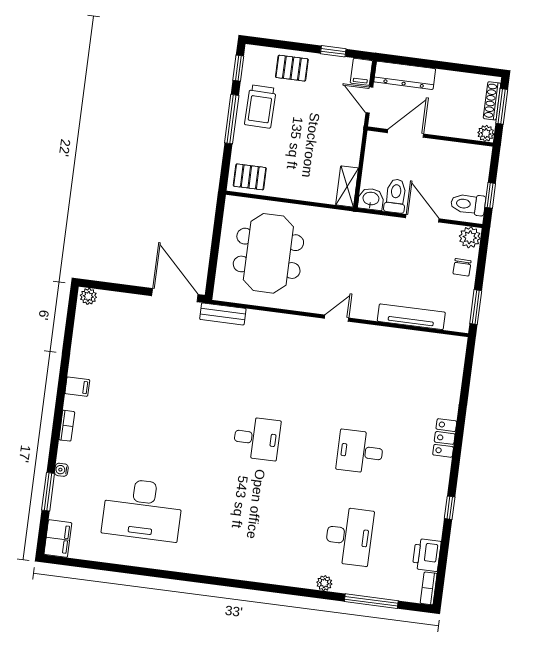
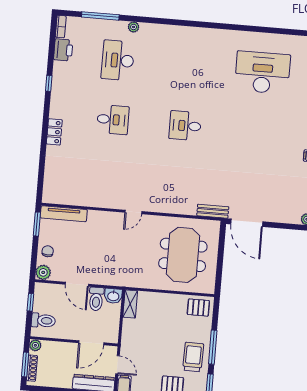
toilet: (468, 204) -> (43, 321), moved
tv unit: (411, 317) -> (64, 214), moved

